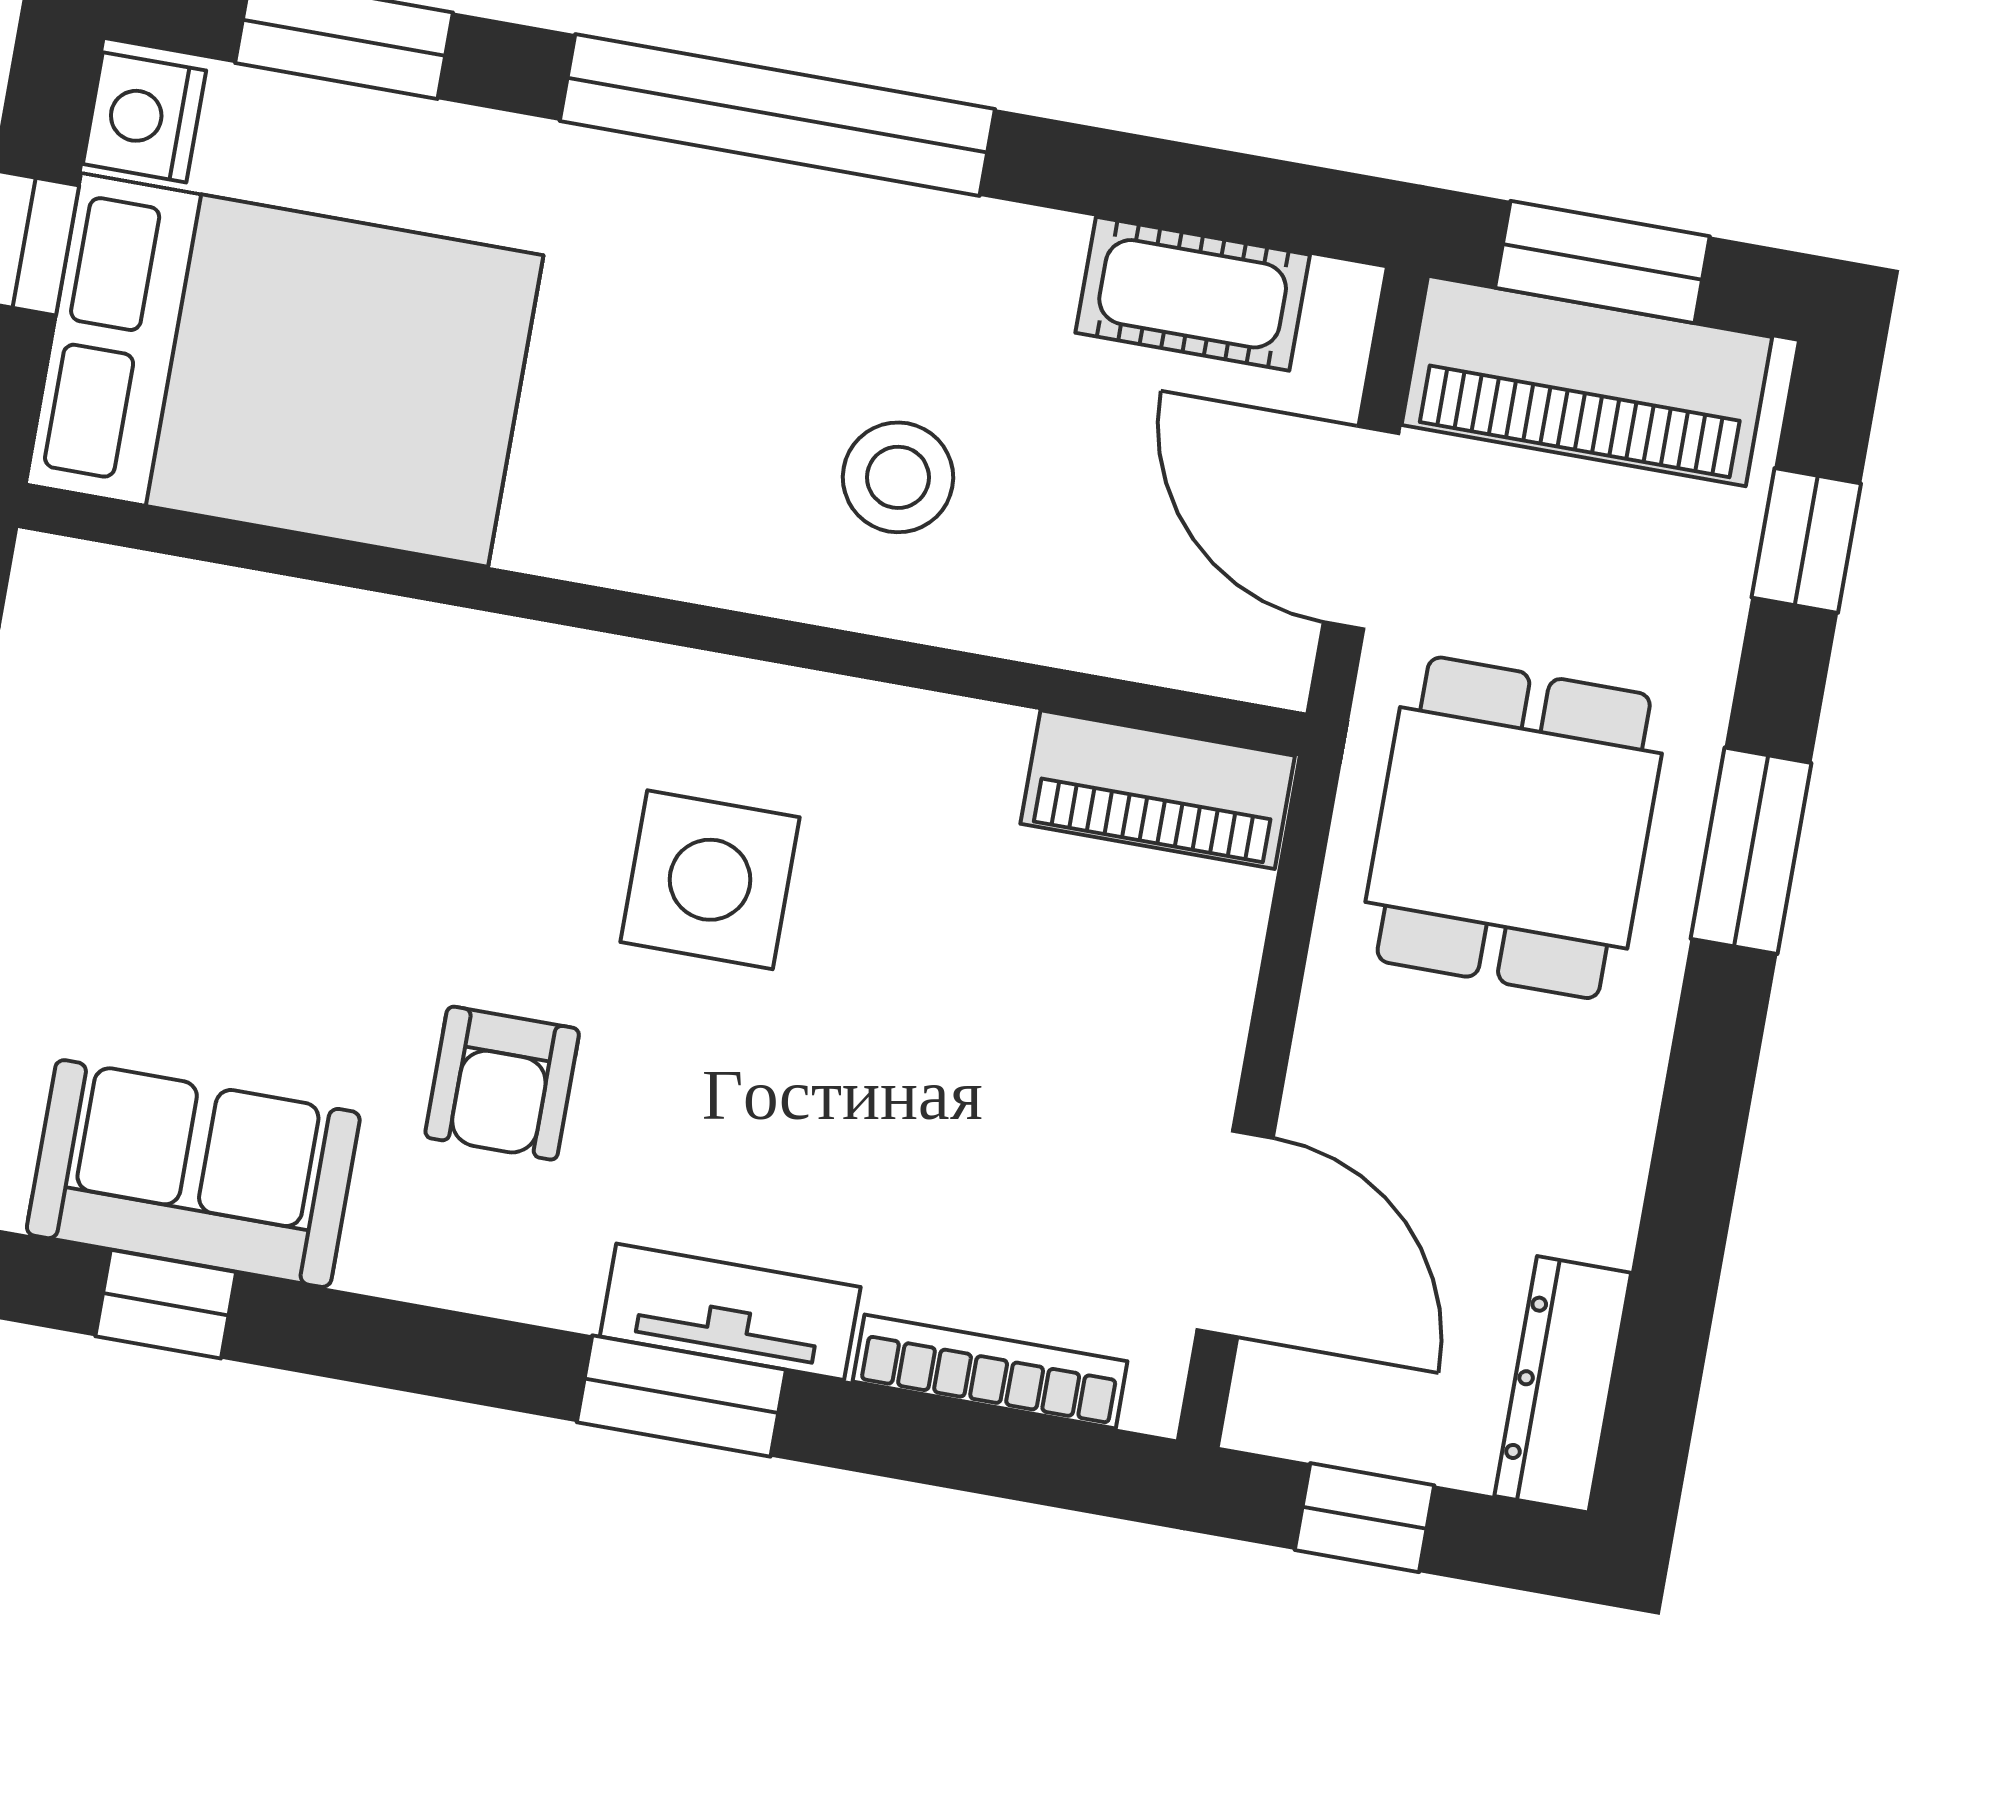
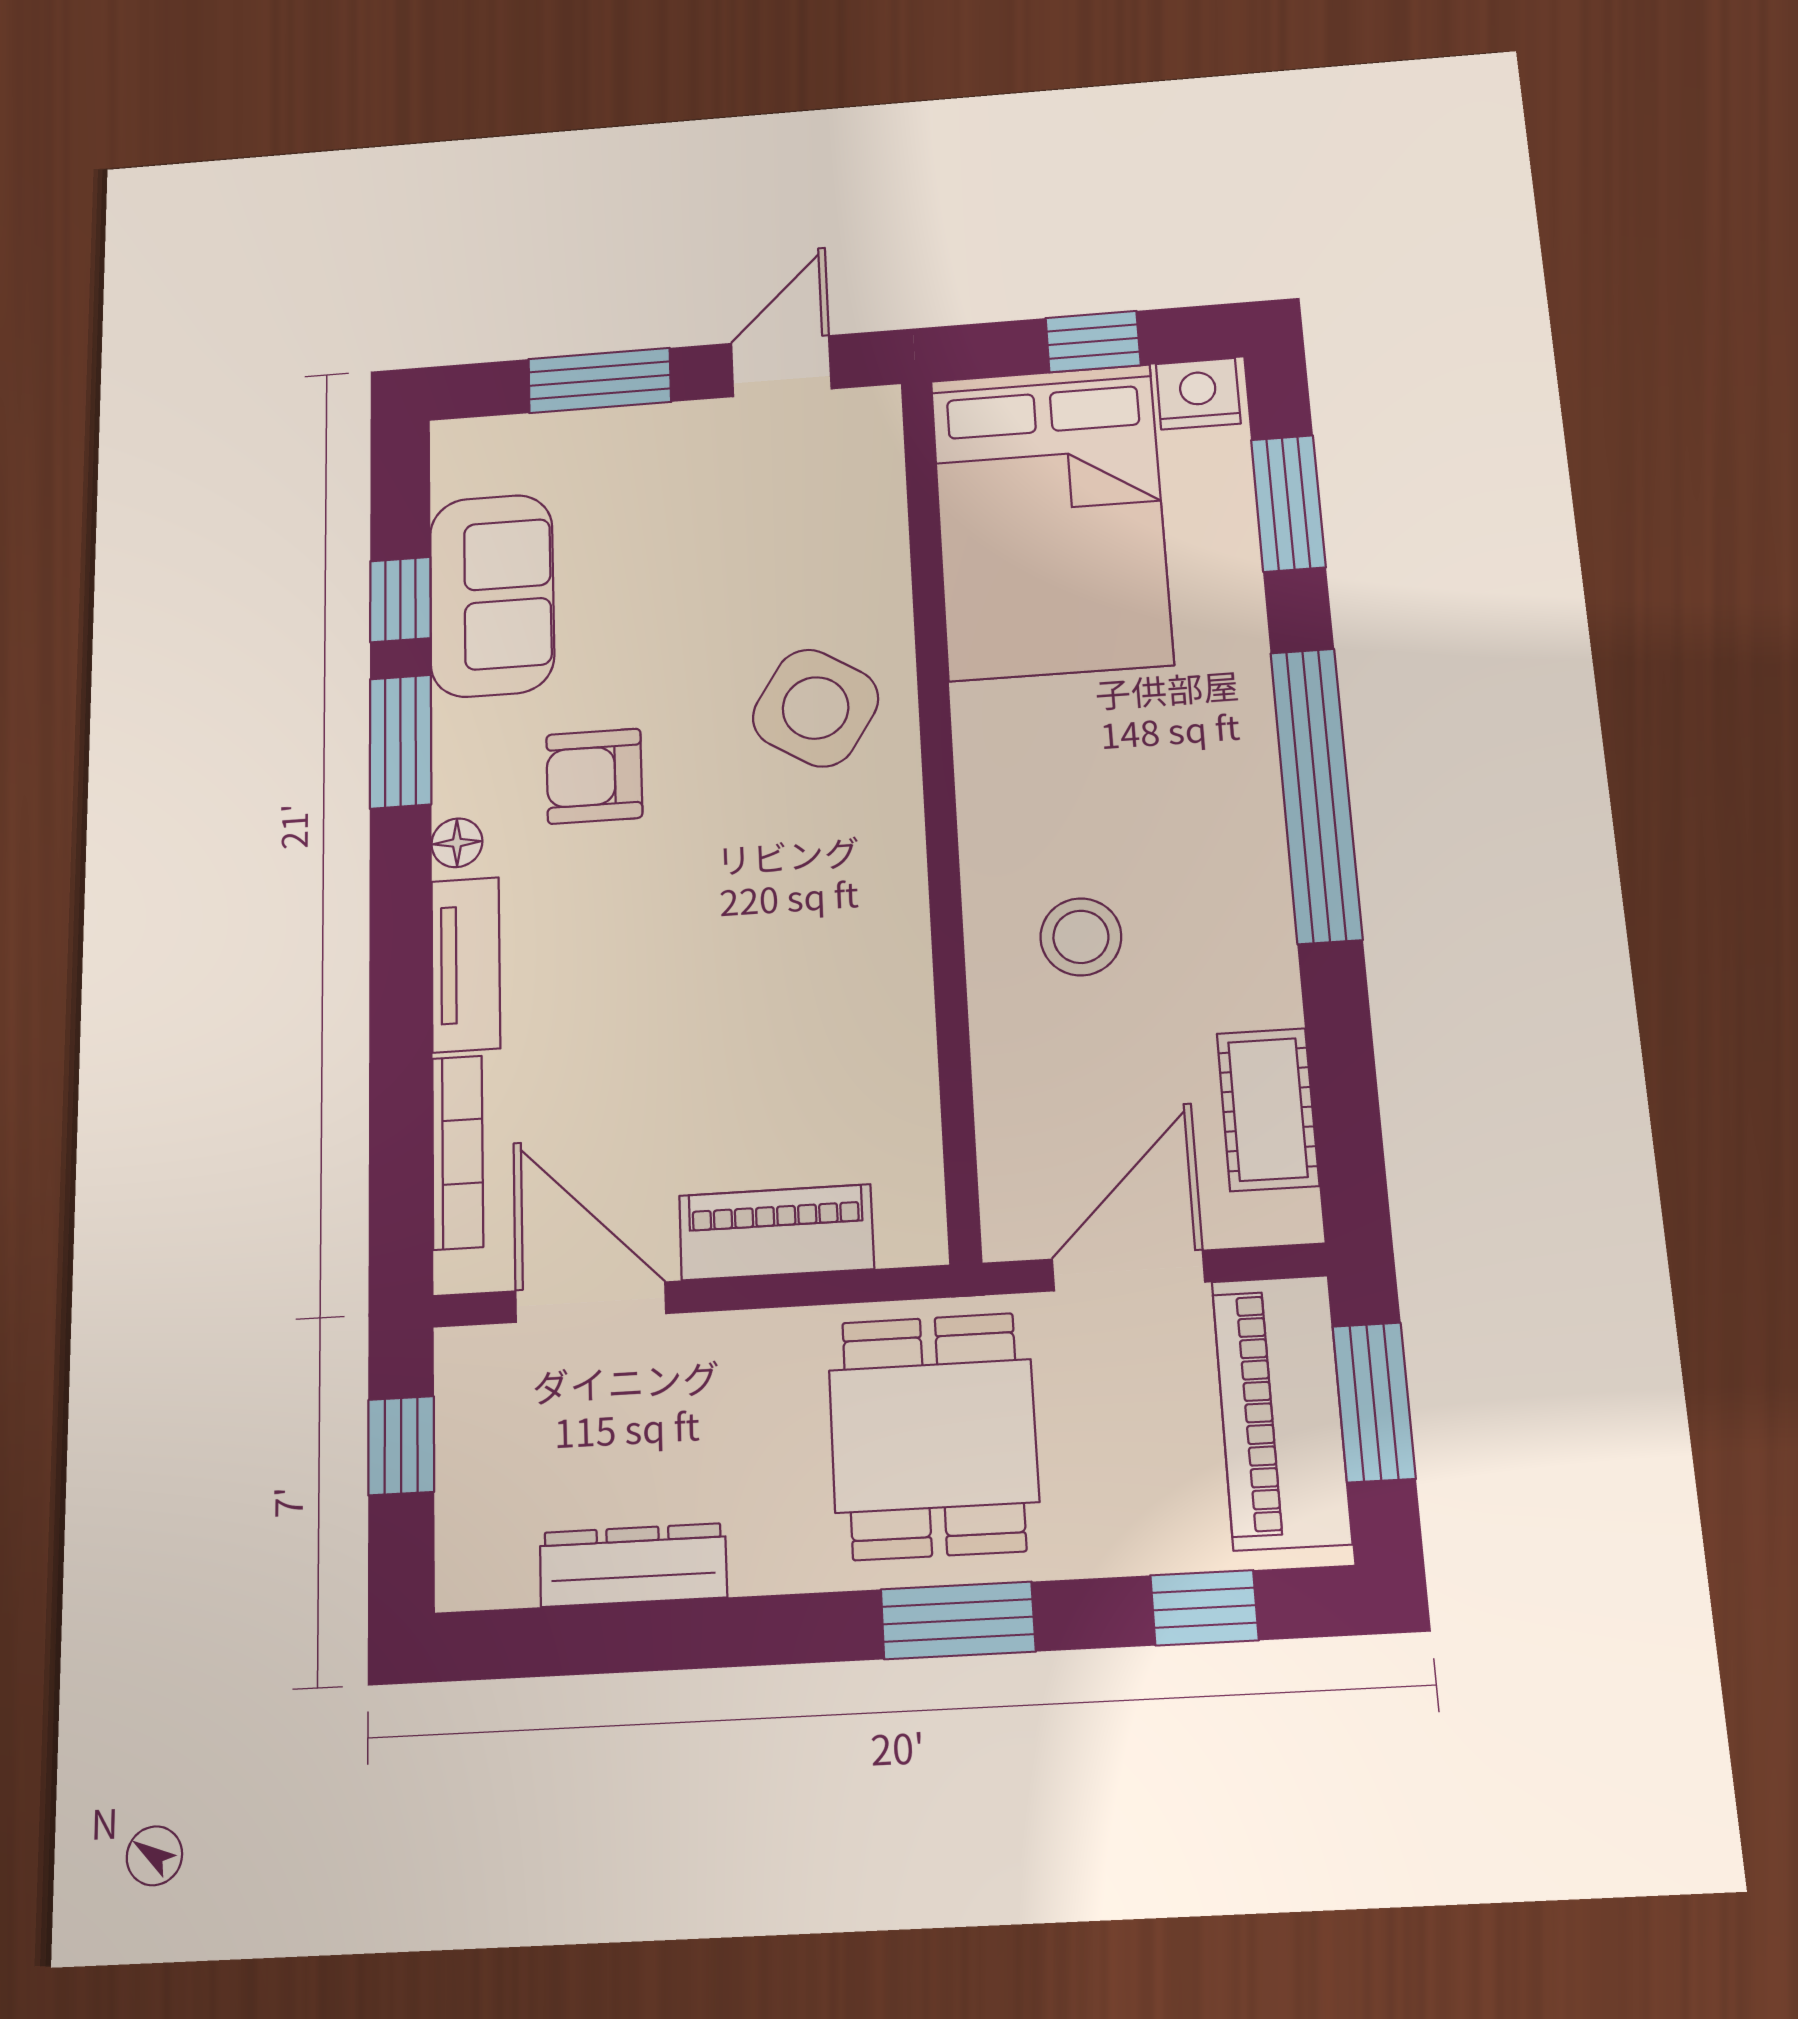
piano: (1158, 790) -> (776, 1232), moved, turned 90
dining table: (1514, 828) -> (933, 1436), turned 90
side table: (710, 880) -> (816, 708), moved, turned 32
door: (1235, 1234) -> (591, 1302), swing flipped
floor lamp: (552, 1291) -> (457, 843), added
dresser: (1563, 1384) -> (633, 1565), moved
window: (681, 1396) -> (400, 741), moved

